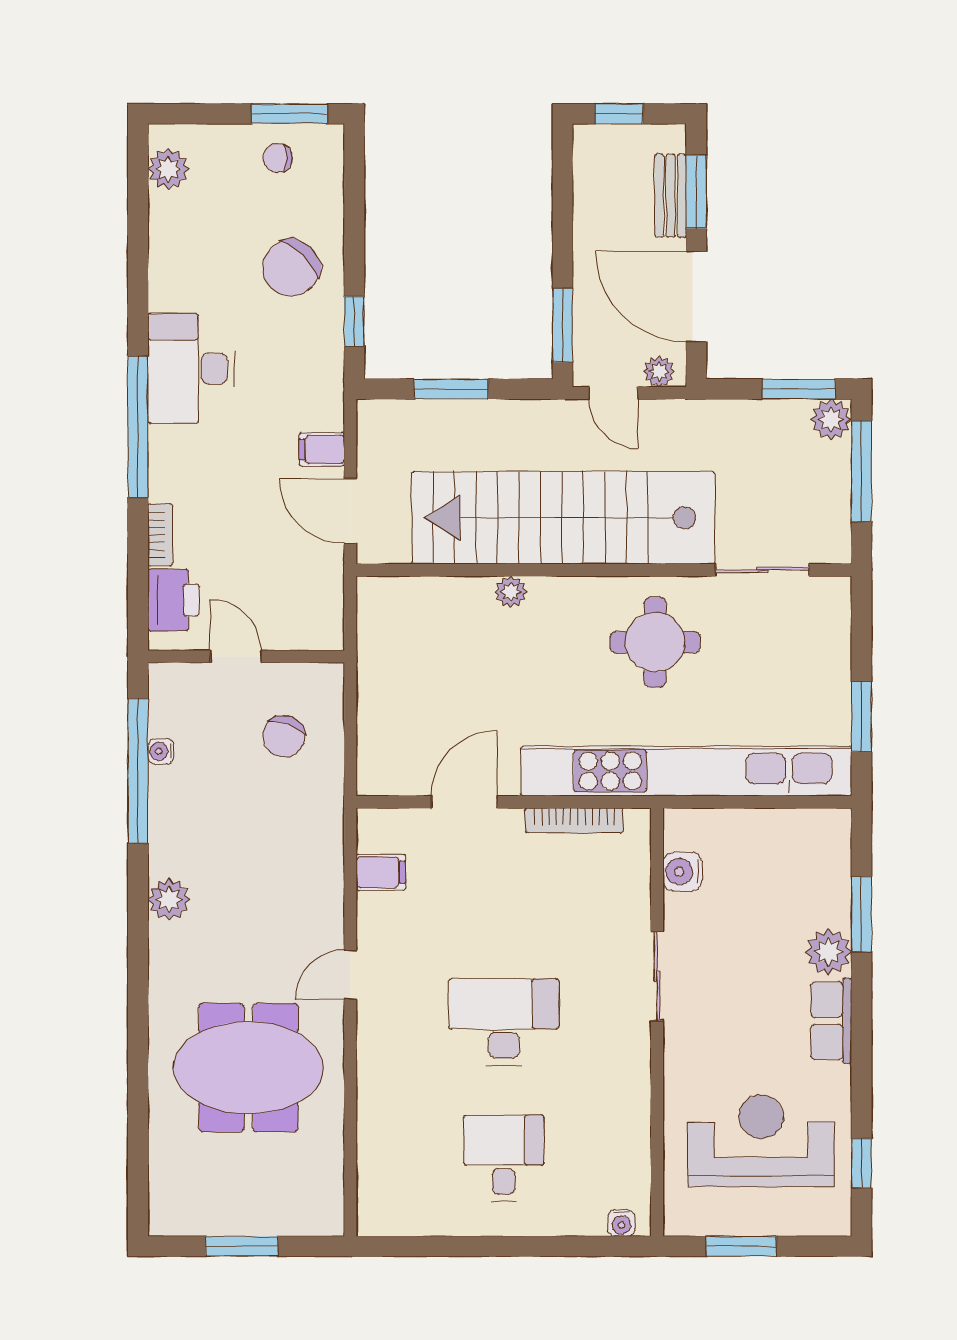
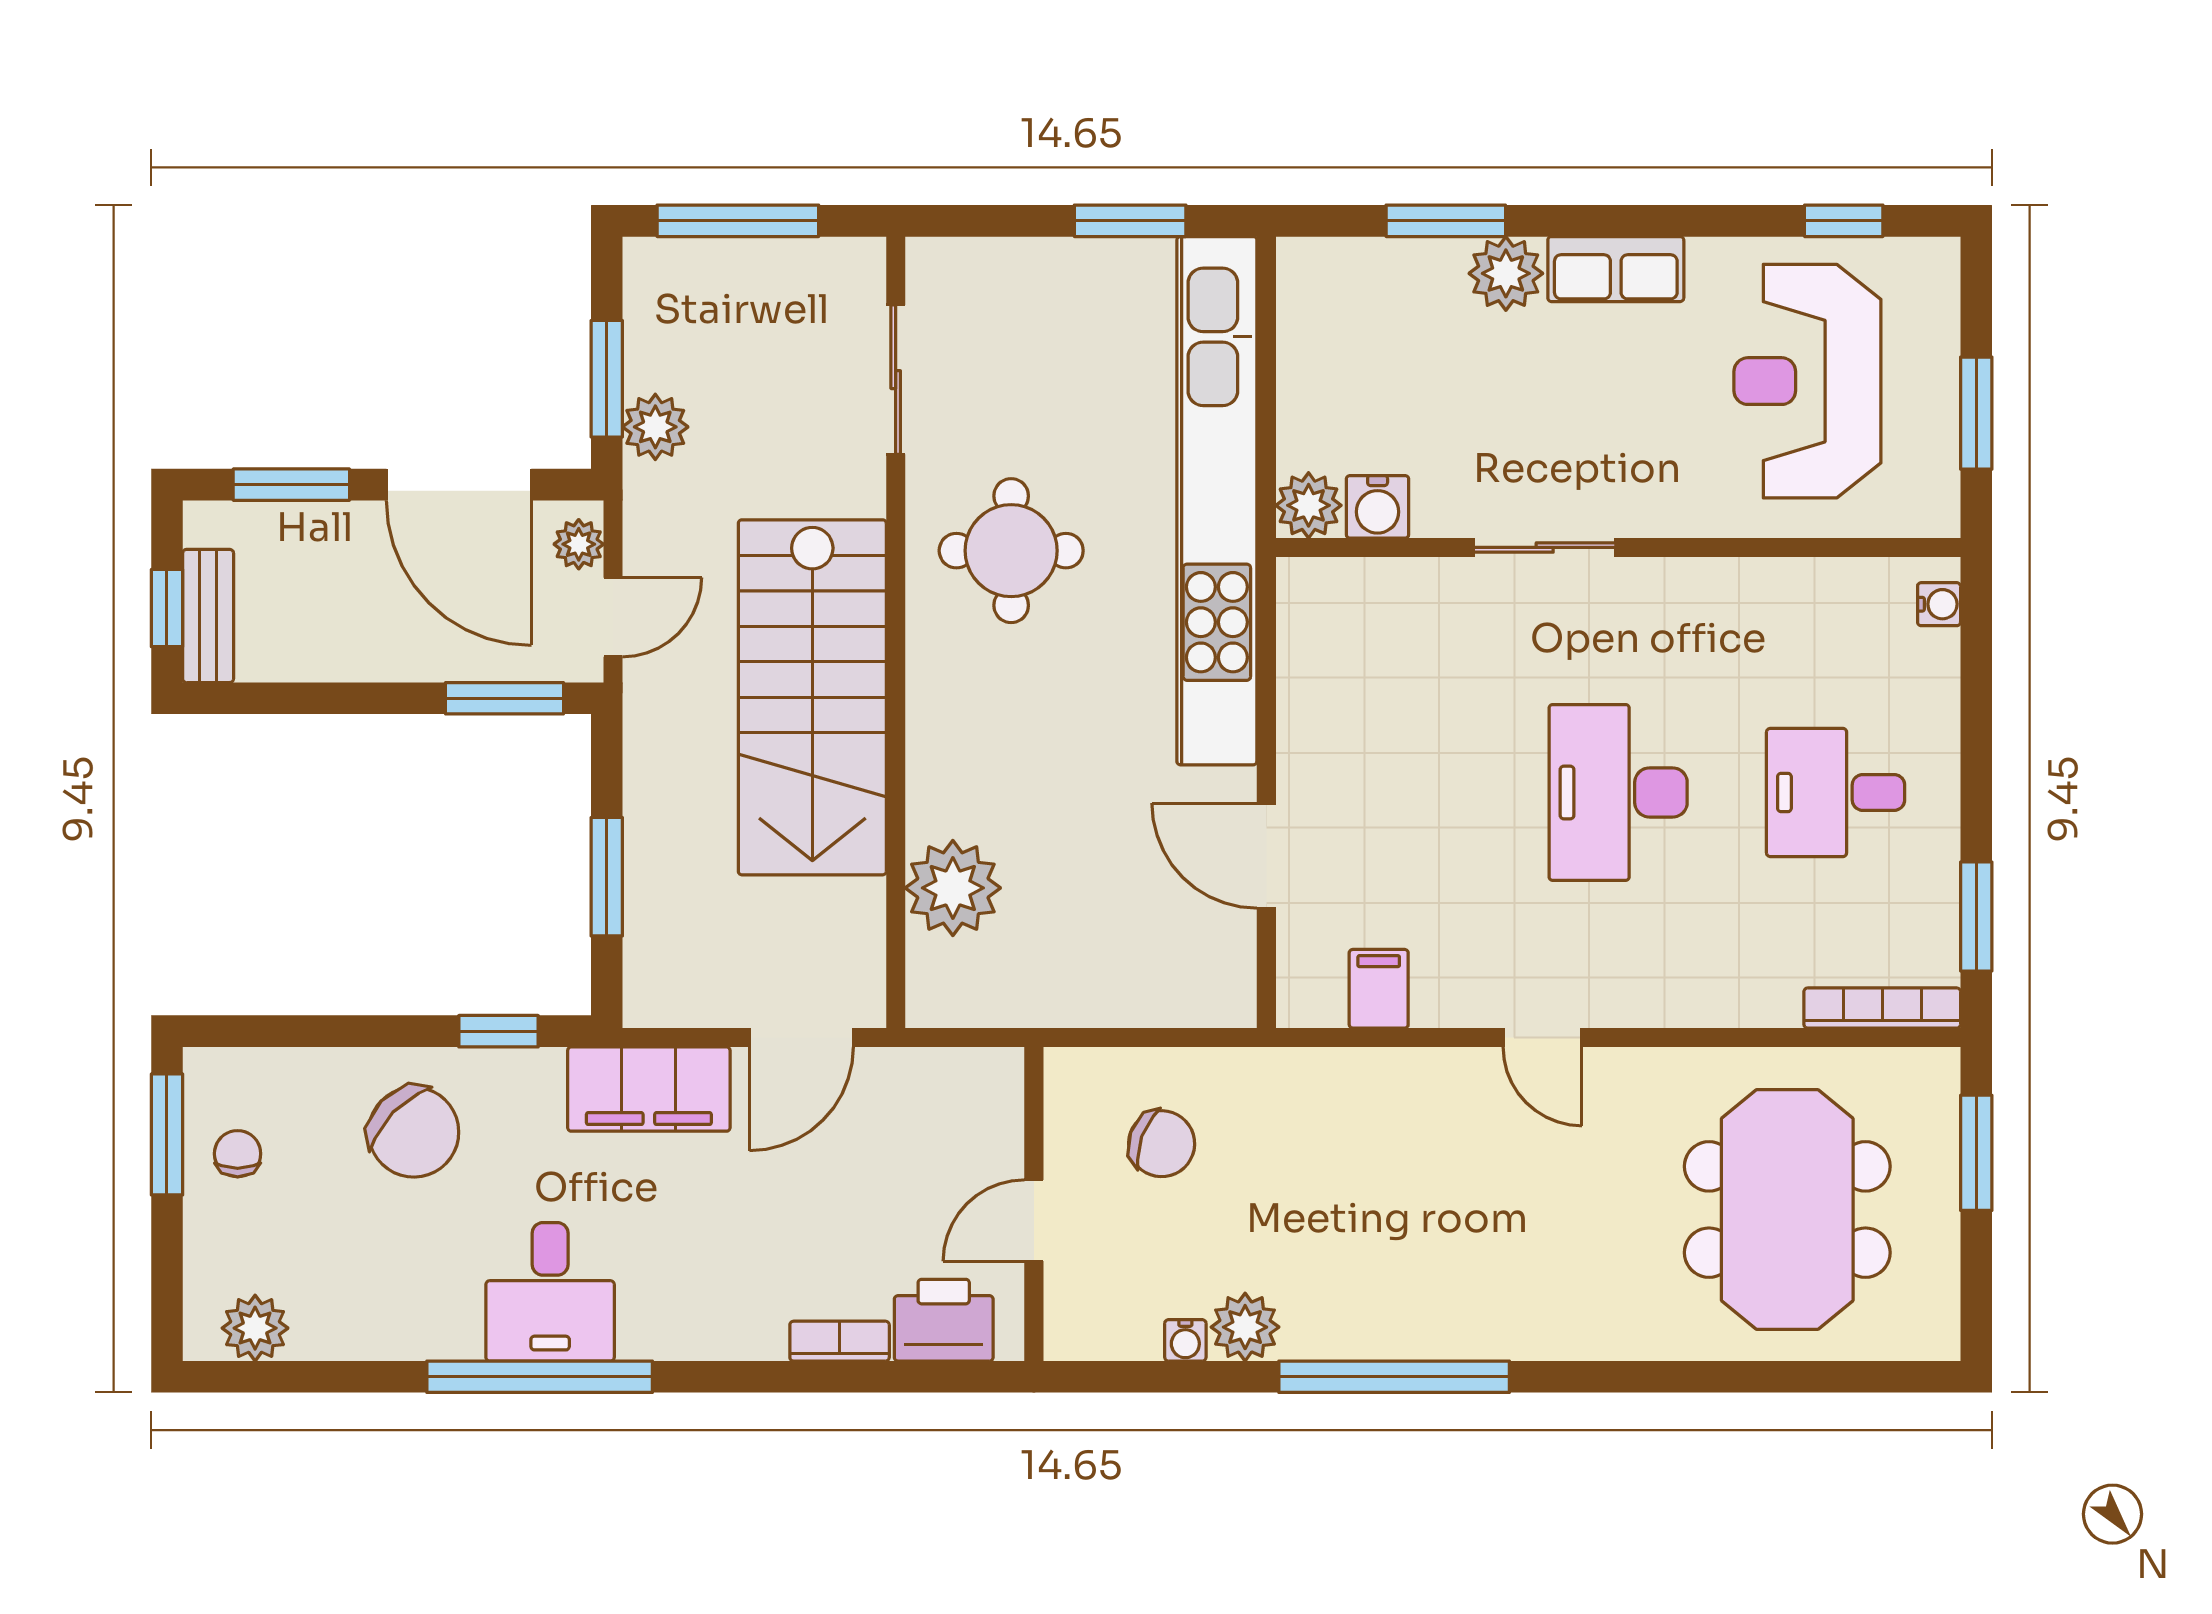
chair: (278, 158) -> (238, 1154), turned 180
bench: (671, 196) -> (208, 616), moved, turned 90
door: (696, 297) -> (459, 485), hinge flipped
desk: (191, 369) -> (550, 1292), width x0.73
window: (799, 389) -> (607, 379), moved
plant: (831, 419) -> (655, 427), moved
window: (138, 427) -> (540, 1377), moved
filing cabinet: (322, 449) -> (649, 1089), width x3.00, depth x1.17
stairs: (563, 518) -> (812, 697), width x0.73
plant: (511, 592) -> (953, 888), moved, width x1.88, depth x1.88
window: (138, 771) -> (1394, 1377), moved
bookcase: (574, 820) -> (1882, 1008), moved, turned -90
plant: (683, 828) -> (1309, 505), added
plant: (169, 899) -> (1245, 1327), moved
meeting table: (248, 1068) -> (1787, 1210), moved
window: (242, 1246) -> (1976, 1153), moved
window: (426, 1246) -> (1976, 916), added

